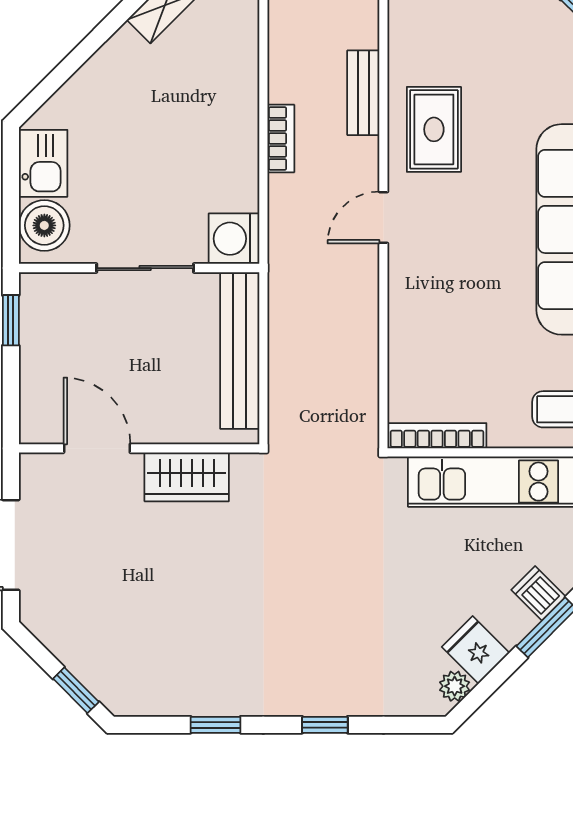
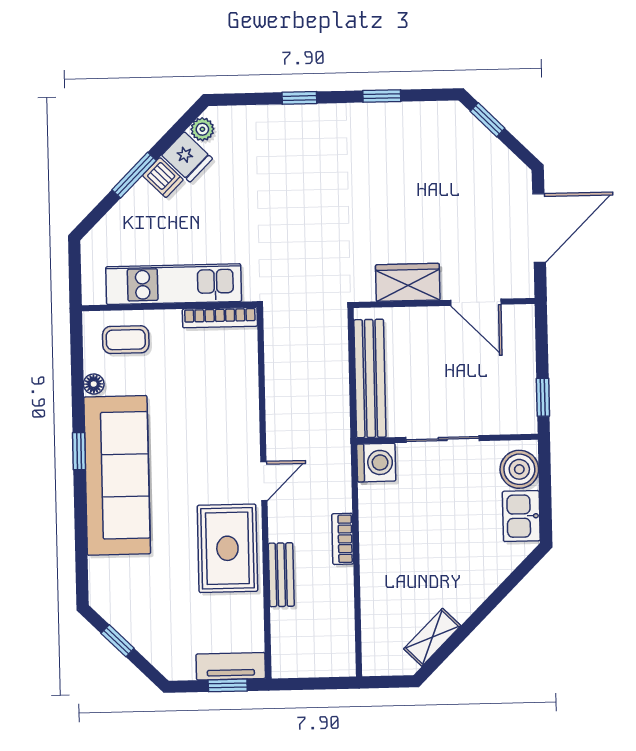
rug: (434, 129) -> (227, 548), width x1.36, depth x1.43
dishwasher: (538, 593) -> (163, 178), moved

